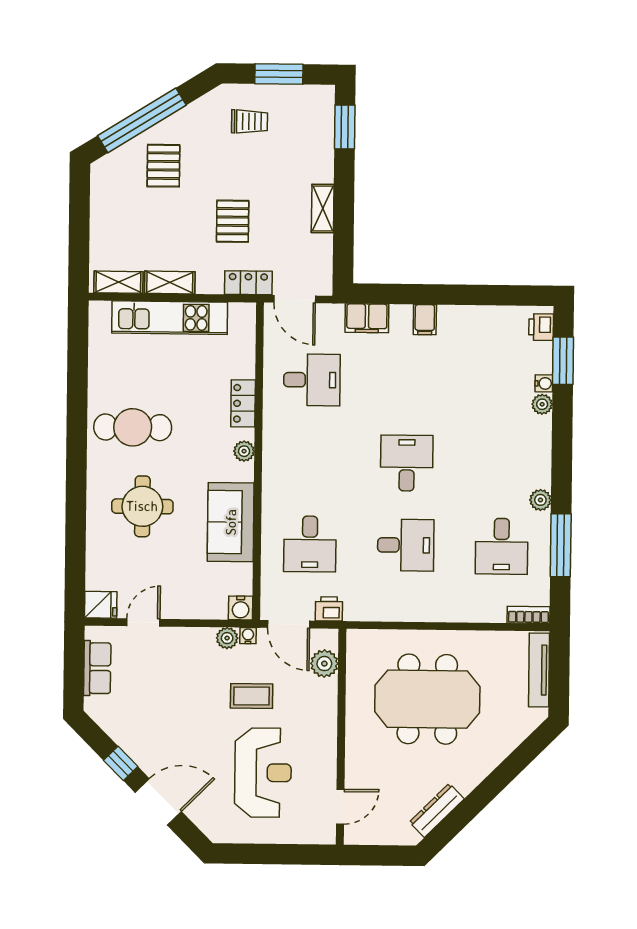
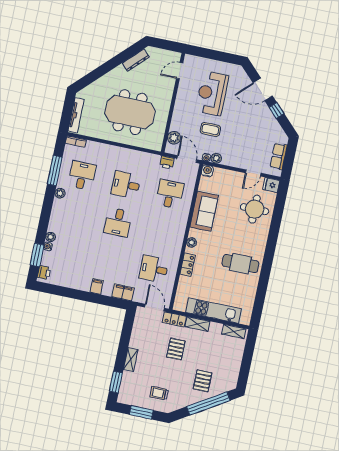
shelving: (323, 209) -> (131, 359), moved
shelving: (170, 282) -> (198, 324), moved
round table: (142, 506) -> (255, 209), moved

